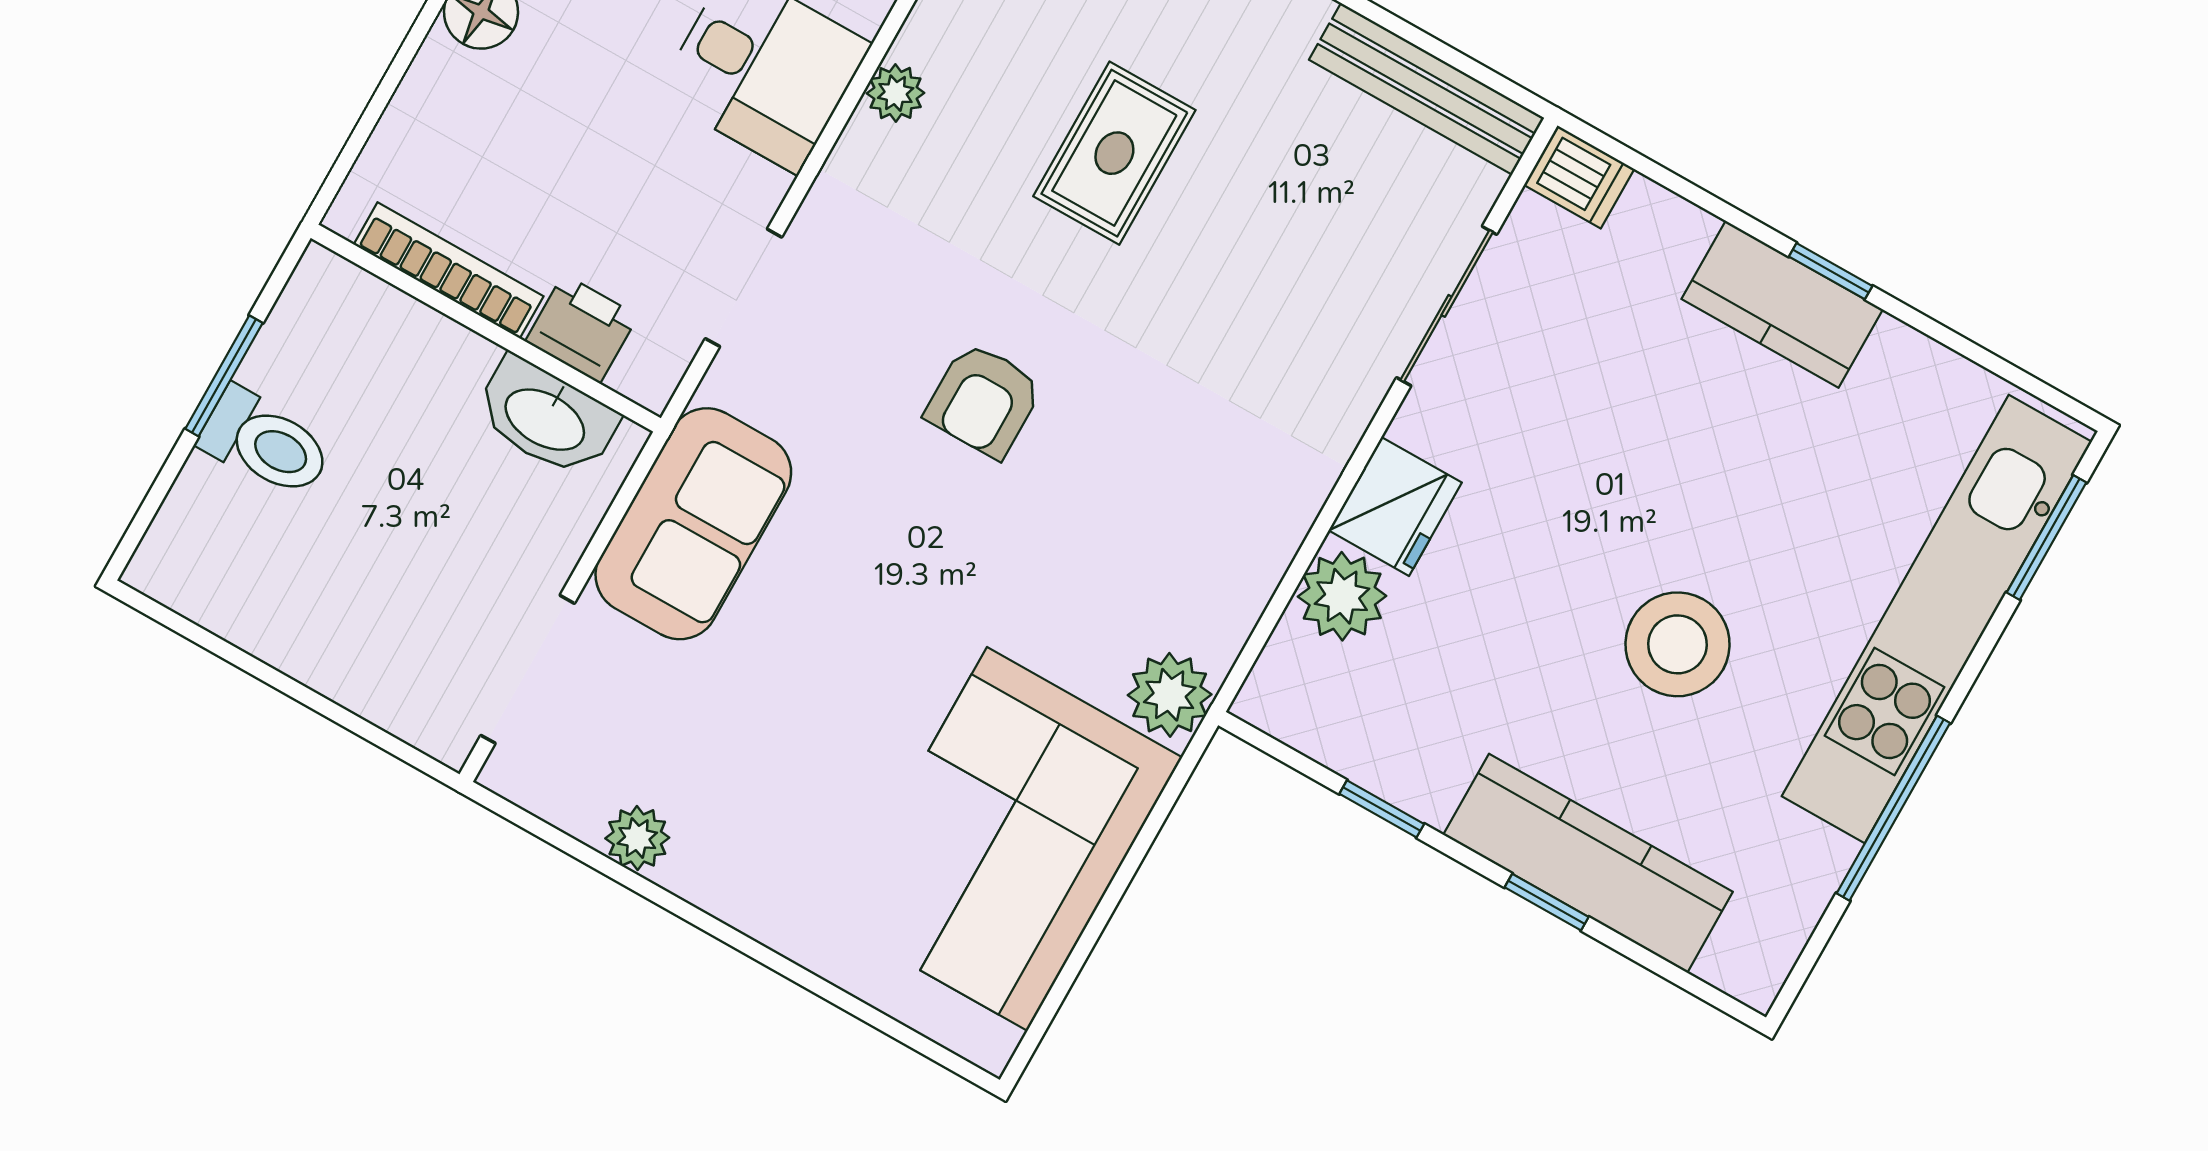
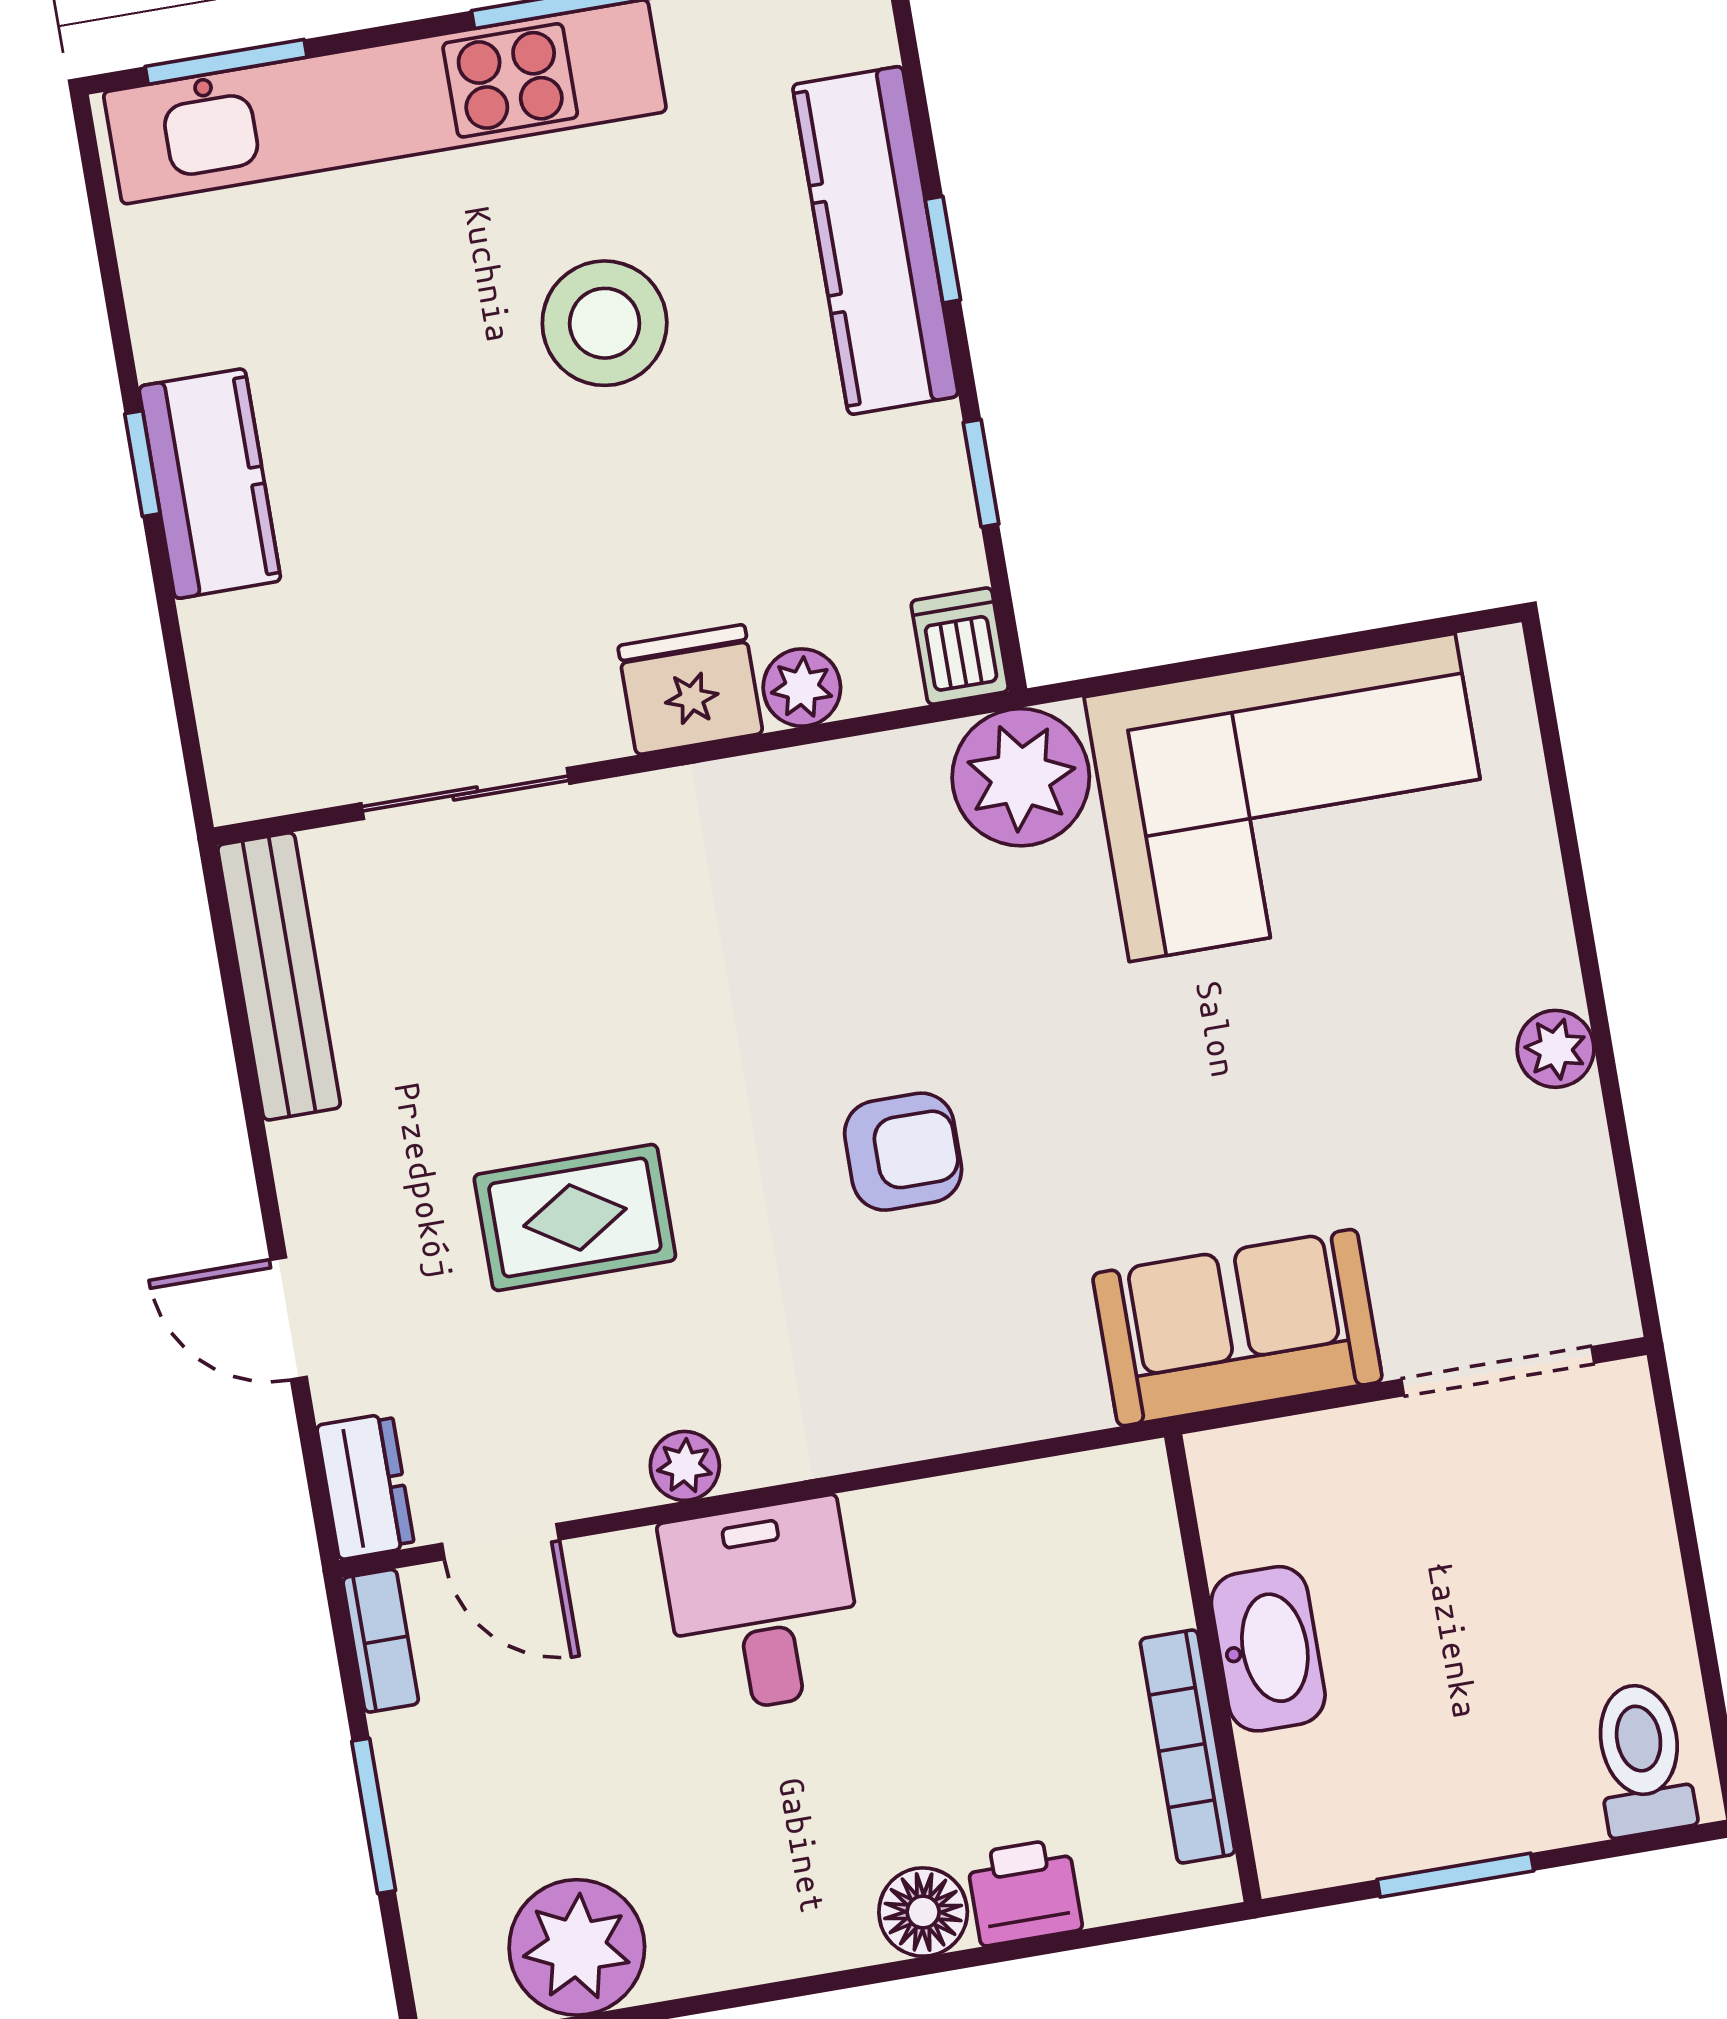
dishwasher: (1579, 177) -> (960, 646), moved
doorway: (744, 288) -> (981, 1460), removed
printer: (582, 329) -> (1024, 1892), moved, turned 90
washbasin: (546, 418) -> (1268, 1649), moved
toilet: (266, 443) -> (1642, 1759), moved
plant: (1342, 596) -> (802, 688), width x0.73, depth x0.73
plant: (1170, 695) -> (1021, 777), width x1.36, depth x1.36
plant: (637, 838) -> (1556, 1049), moved

